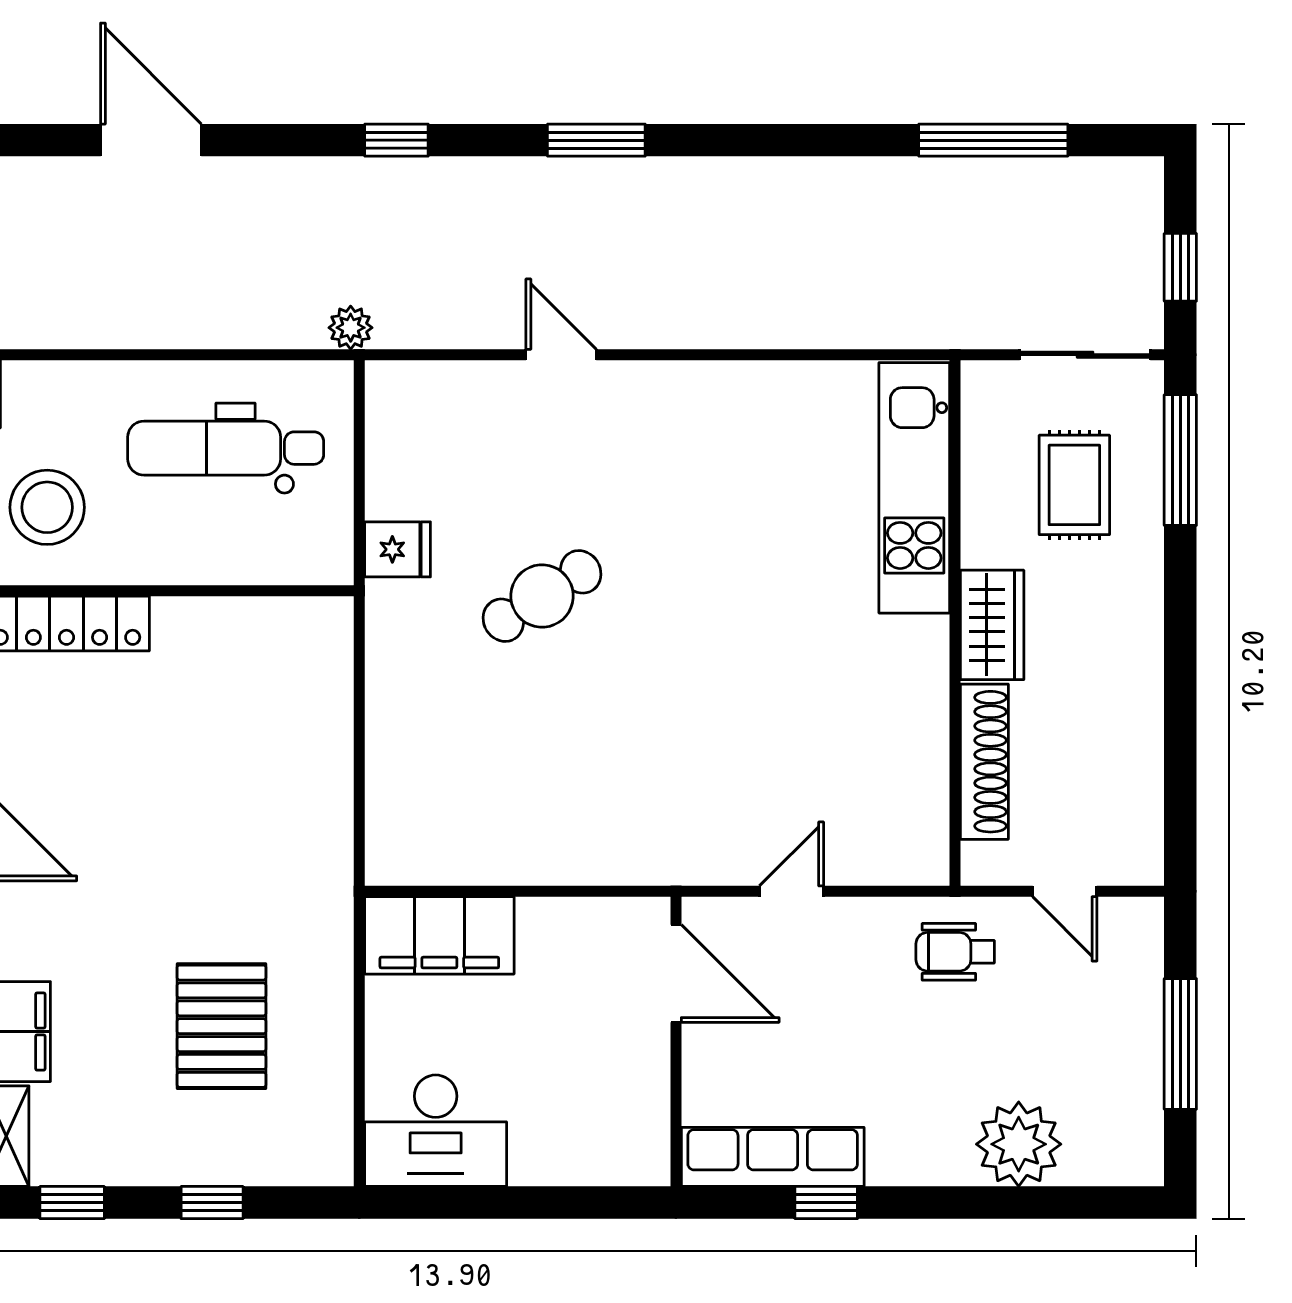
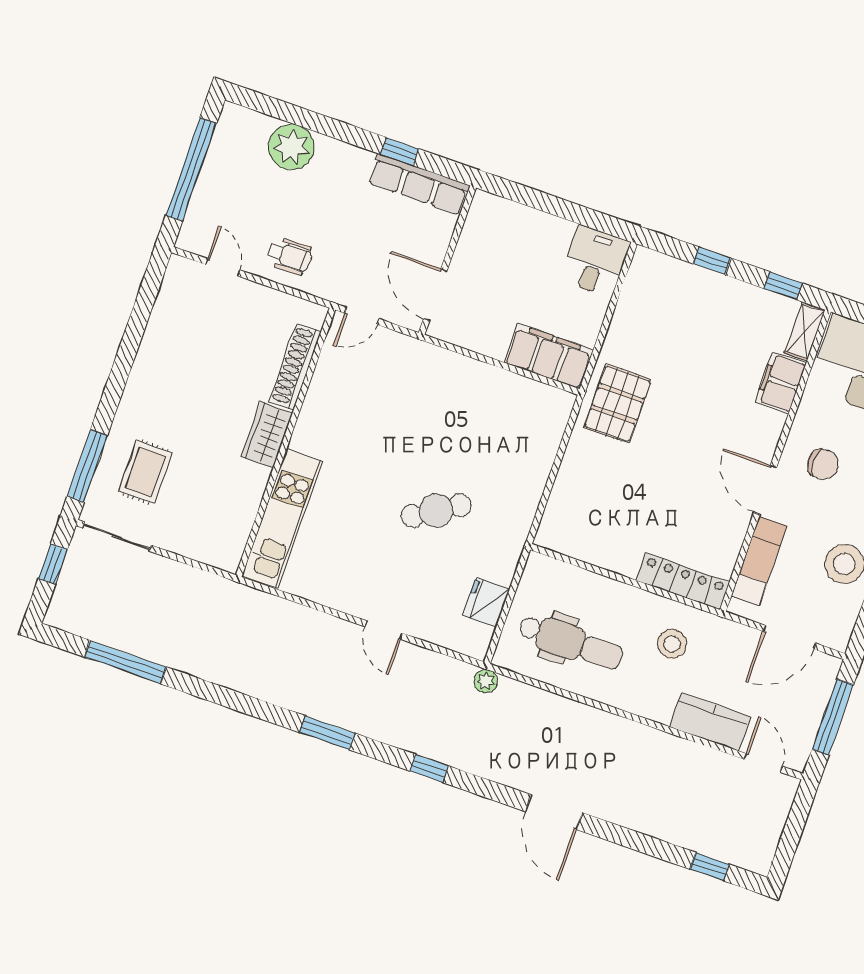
kitchen unit: (914, 488) -> (282, 518), moved
stool: (47, 507) -> (672, 644), width x0.73, depth x0.73
fridge: (398, 549) -> (487, 602), moved, width x1.38
wall: (955, 623) -> (286, 442), moved
wardrobe: (992, 625) -> (267, 435), moved
shoe rack: (984, 762) -> (295, 367), moved
pallet: (222, 1026) -> (618, 404), moved
window: (1180, 1044) -> (191, 169), width x1.46
desk: (436, 1131) -> (595, 261), width x0.73

